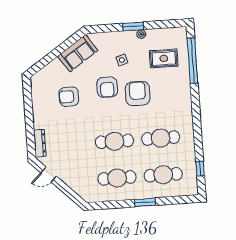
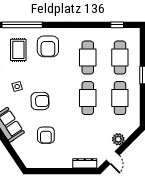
armchair: (138, 93) -> (48, 46), moved, turned -90
plant: (70, 179) -> (118, 139), added

